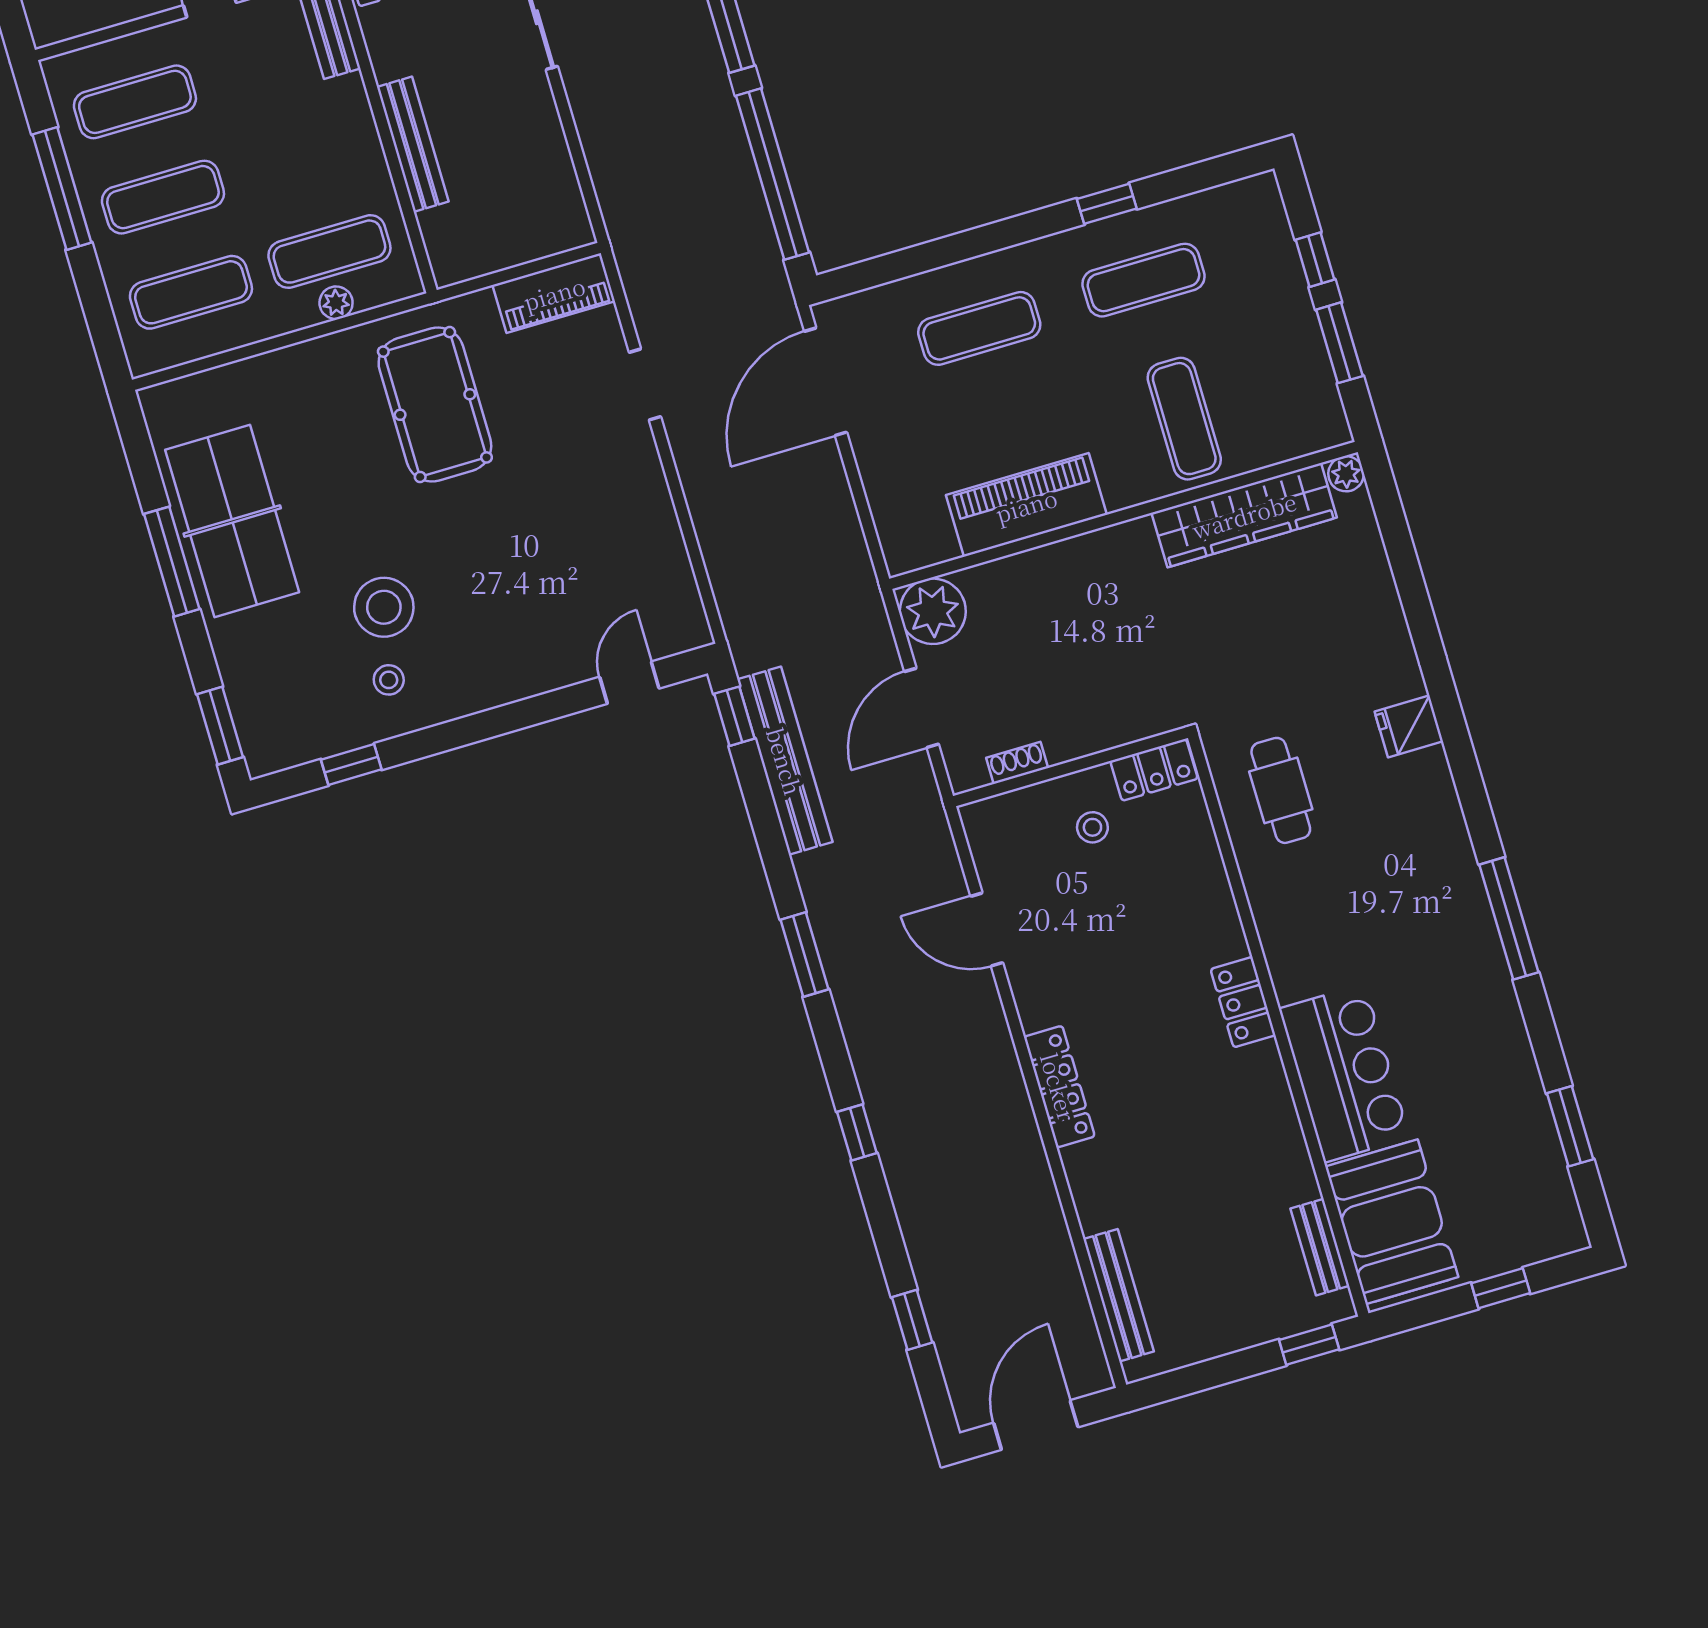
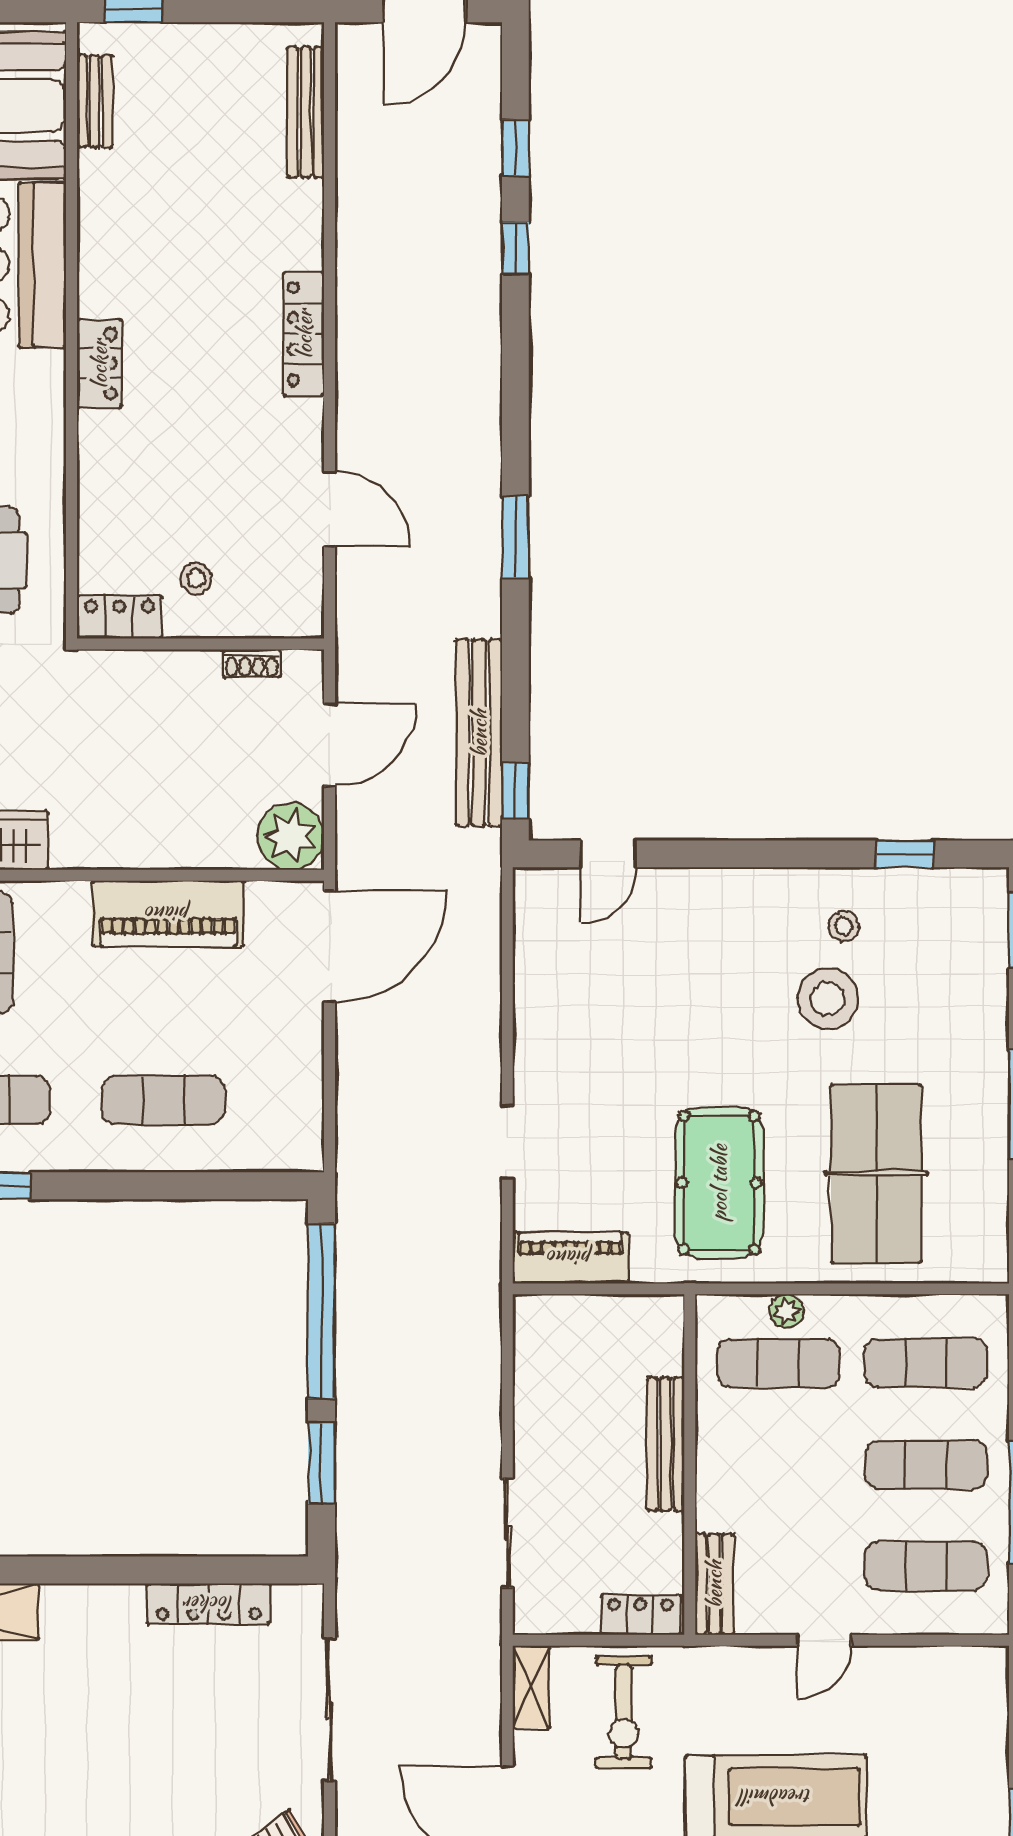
door: (826, 382) -> (329, 946), moved
table tennis table: (232, 521) -> (876, 1174), moved
window: (857, 1133) -> (515, 248), moved

